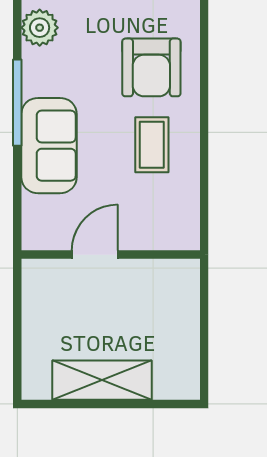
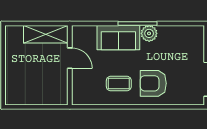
plant: (40, 28) -> (149, 33), moved
shelving: (102, 380) -> (46, 34), moved, turned 90

